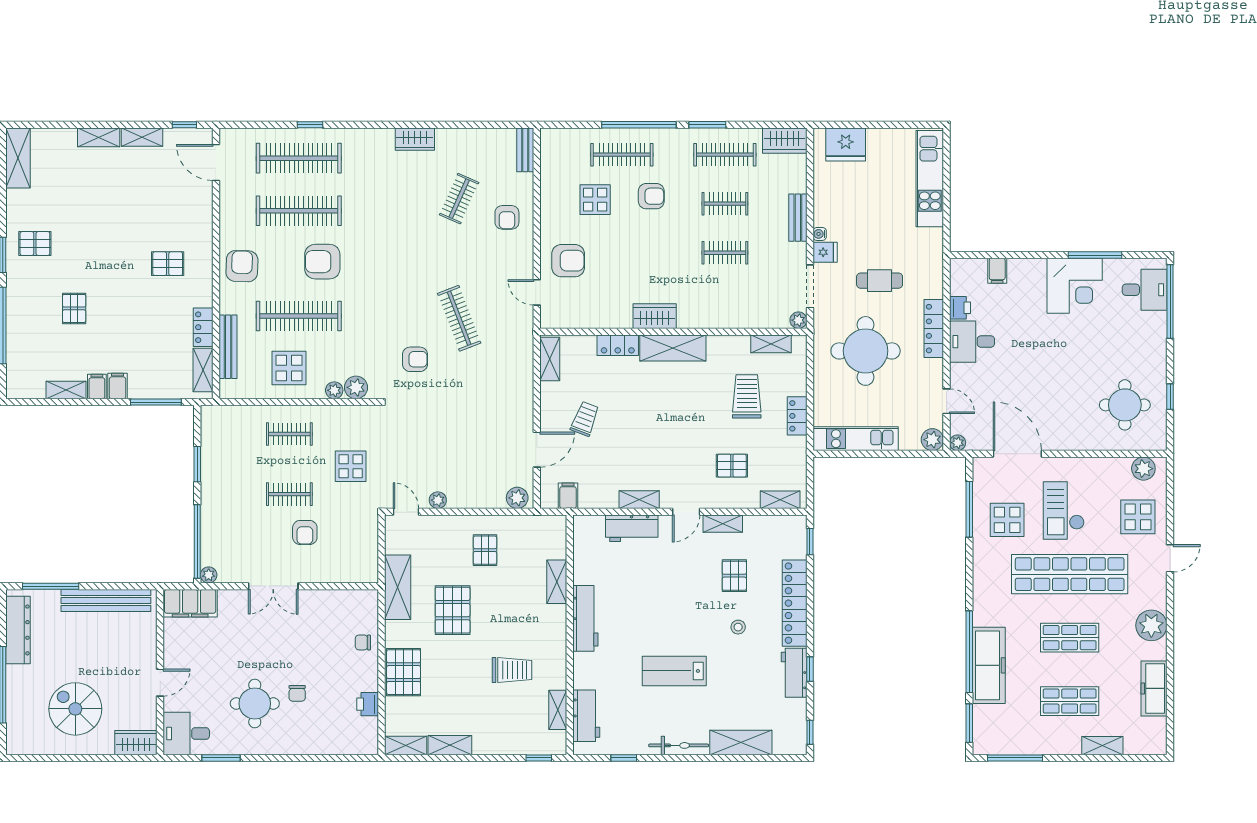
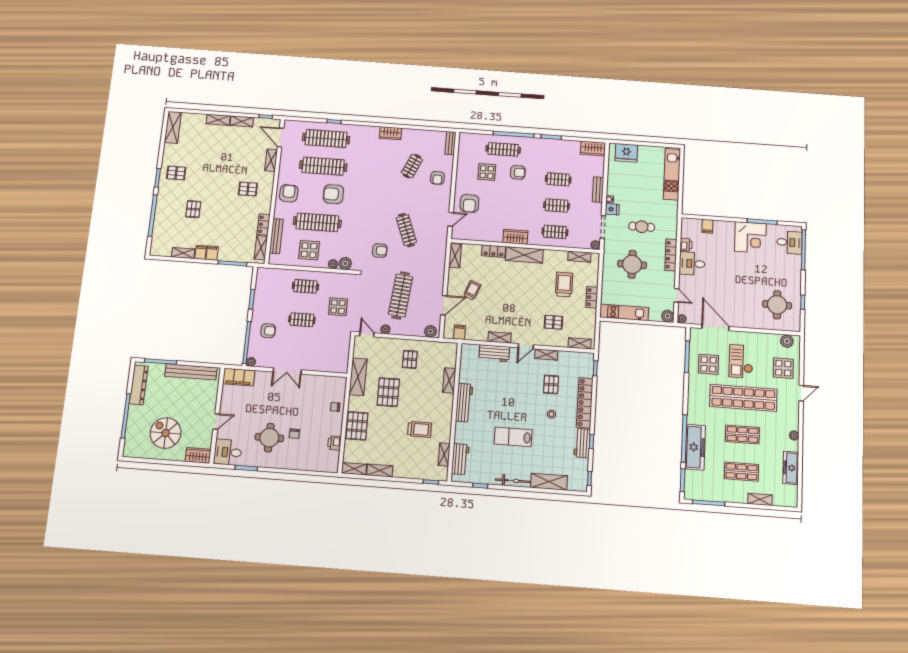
clothes rail: (725, 155) -> (555, 232), moved, width x0.73
shelving: (203, 207) -> (271, 160), added
armchair: (568, 261) -> (469, 203), turned 90
door: (537, 292) -> (451, 219), swing flipped
round table: (866, 351) -> (632, 264), width x0.73, depth x0.73
clothes rail: (459, 438) -> (401, 295), added
armchair: (305, 532) -> (268, 331), moved, turned -90
plant: (1151, 625) -> (794, 435), width x0.53, depth x0.53

